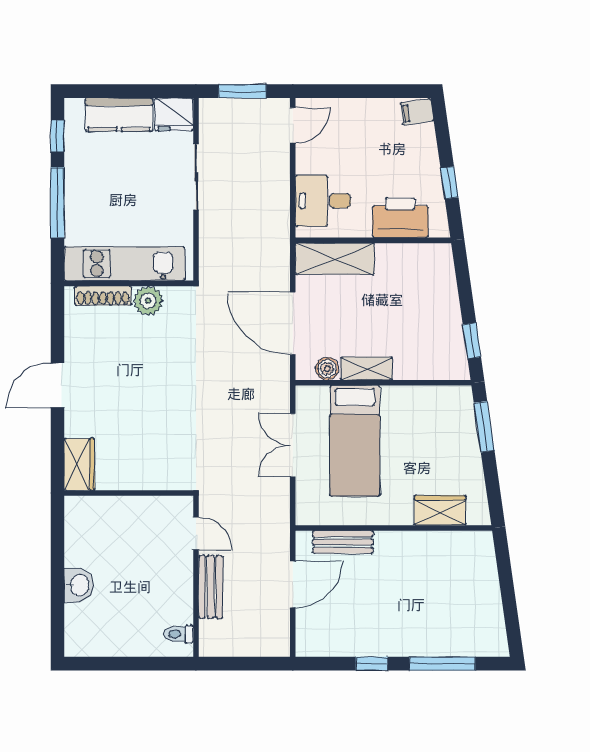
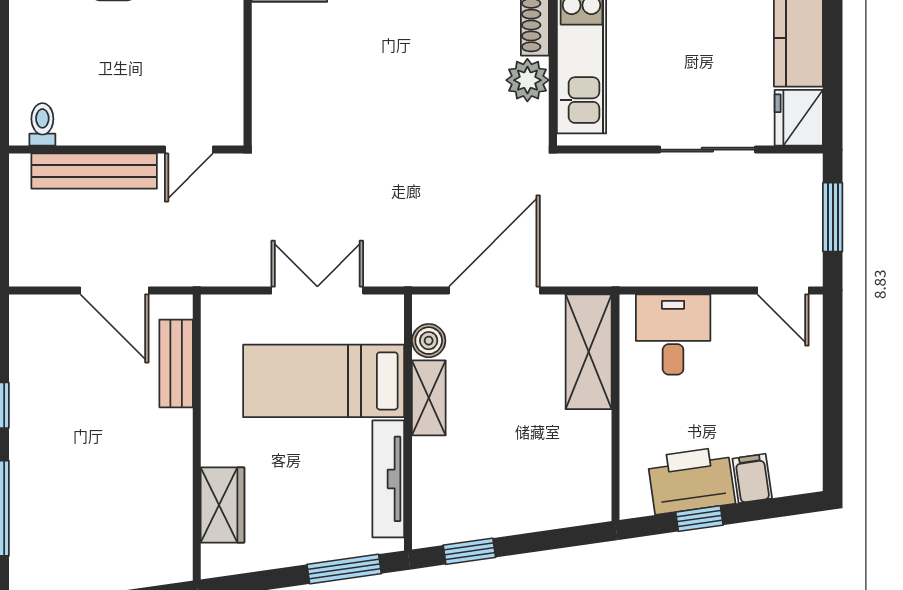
filing cabinet: (417, 112) -> (752, 478), moved
printer: (400, 218) -> (691, 480), moved, turned -98
tv unit: (422, 396) -> (388, 479), added
bench: (211, 587) -> (94, 171), width x1.36

